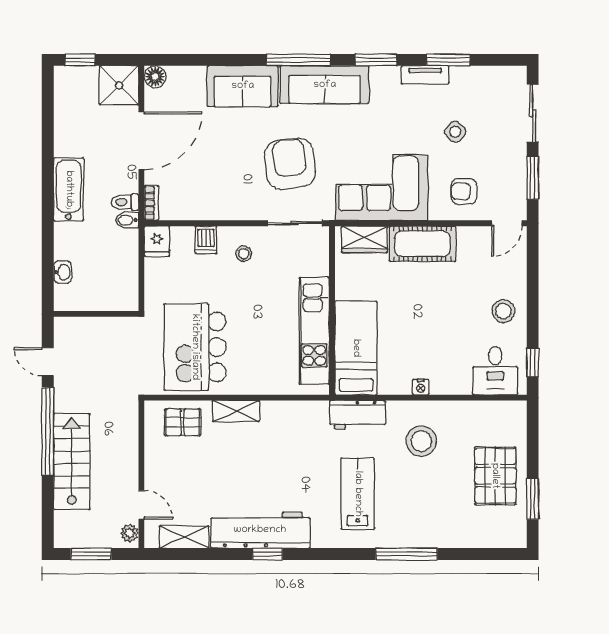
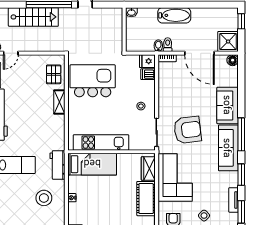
dishwasher: (206, 240) -> (148, 74), moved
wall: (96, 314) -> (124, 30), moved

